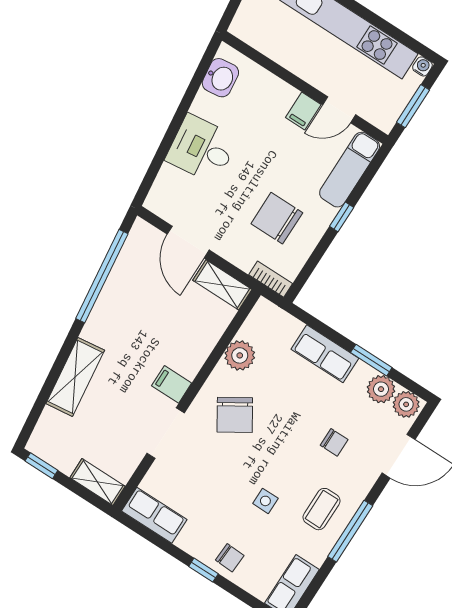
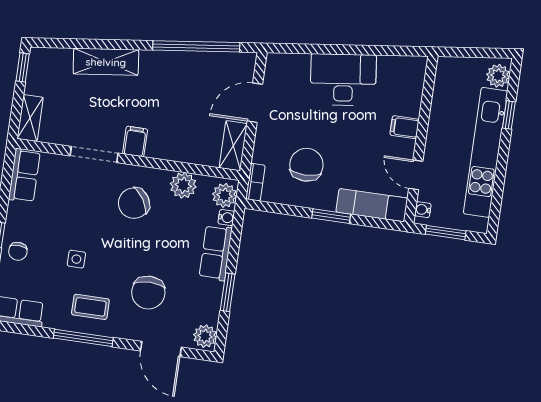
water cooler: (422, 66) -> (423, 210), moved, turned 180
washbasin: (220, 78) -> (398, 68), removed
filing cabinet: (303, 111) -> (405, 127), moved
desk: (202, 149) -> (343, 80), width x1.37
window: (342, 217) -> (331, 216), width x1.50
water cooler: (293, 326) -> (226, 218), added
plant: (381, 389) -> (225, 195), moved
chair: (334, 442) -> (148, 293), width x1.87, depth x1.87

